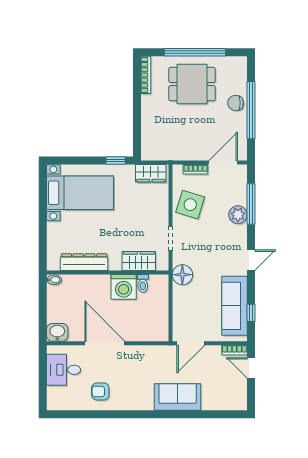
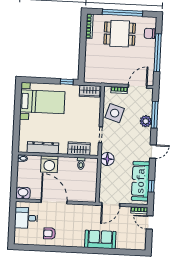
chair: (236, 103) -> (150, 33), moved
washing machine: (124, 287) -> (49, 164), moved

